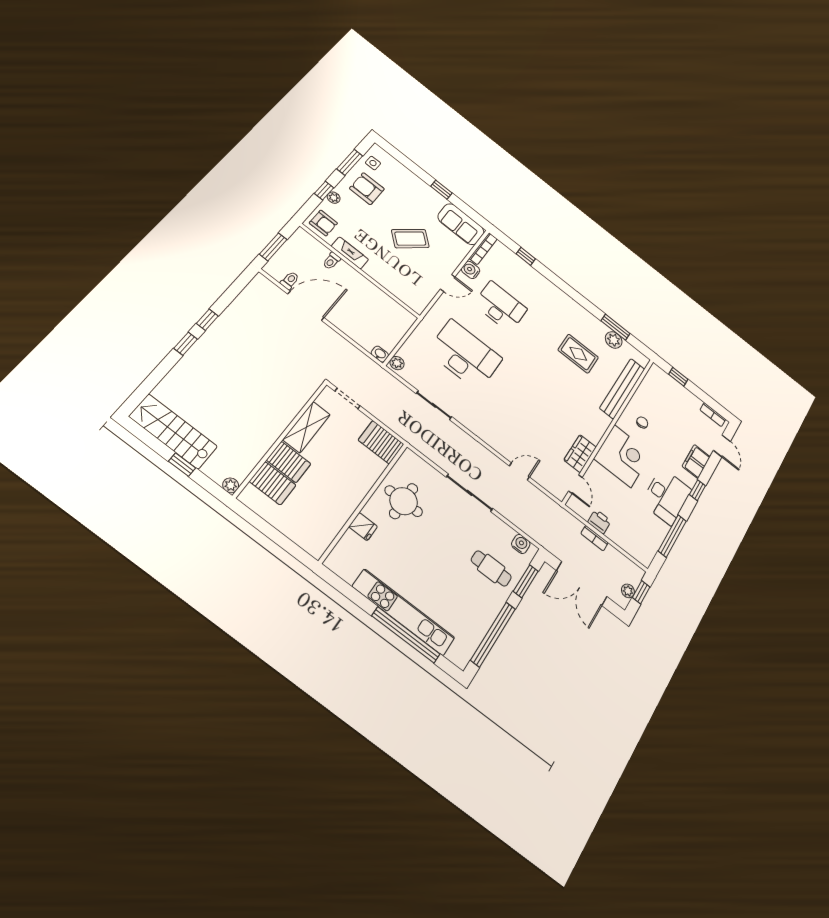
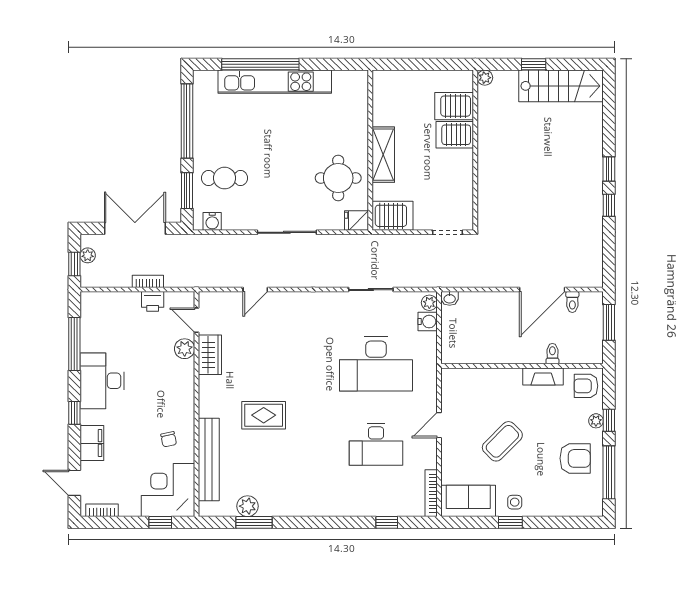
window: (350, 162) -> (609, 472), width x1.44
side table: (373, 163) -> (515, 502), moved
water cooler: (471, 270) -> (428, 322), moved
rug: (578, 354) -> (264, 415), moved
shelving: (307, 427) -> (383, 155), moved
corner desk: (623, 456) -> (168, 490), moved, turned 90
plant: (596, 472) -> (185, 349), added
fridge: (363, 527) -> (357, 220), moved

